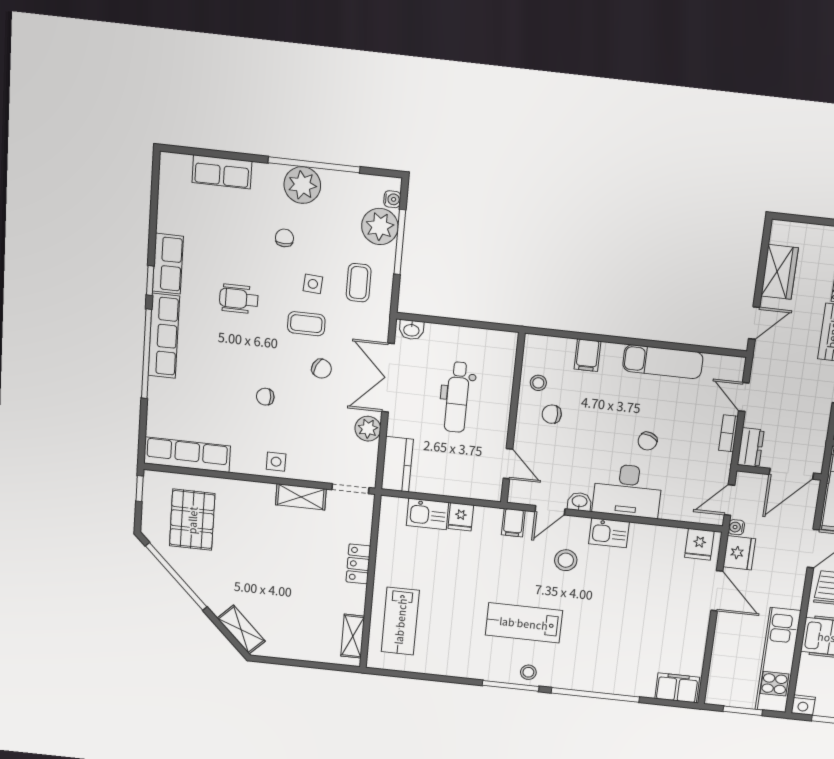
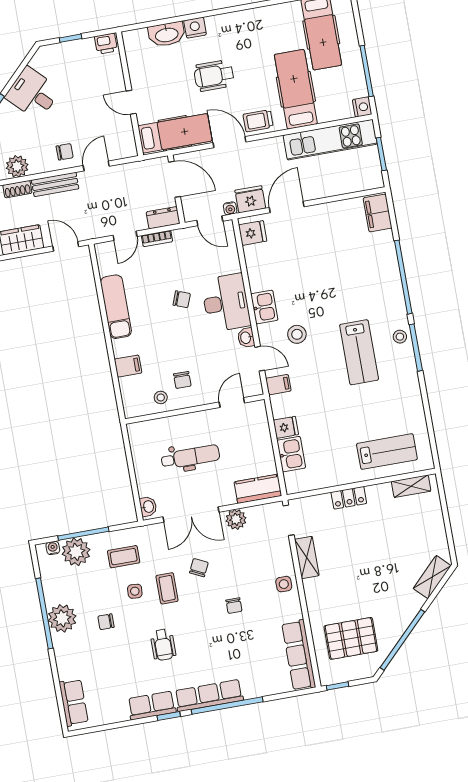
row of seats: (222, 172) -> (74, 702), moved

